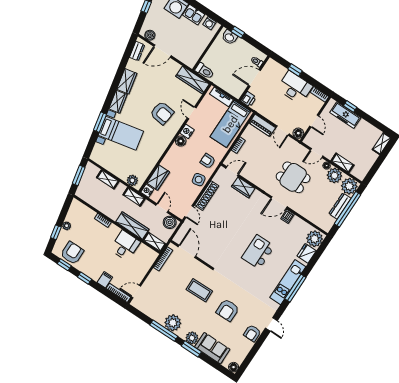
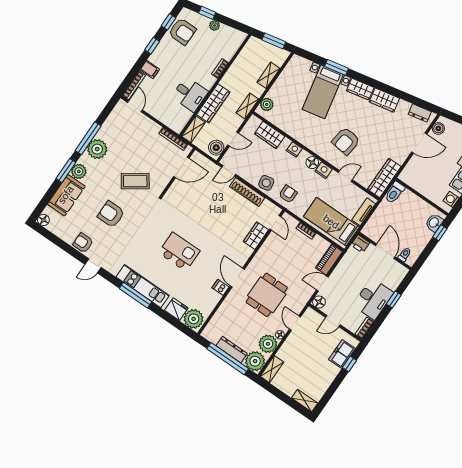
door: (162, 51) -> (419, 143), swing flipped
freezer: (345, 115) -> (342, 354), width x0.71
shelving: (342, 163) -> (272, 369), moved
nightstand: (147, 191) -> (294, 149), moved
coffee table: (199, 290) -> (135, 181), turned 56

